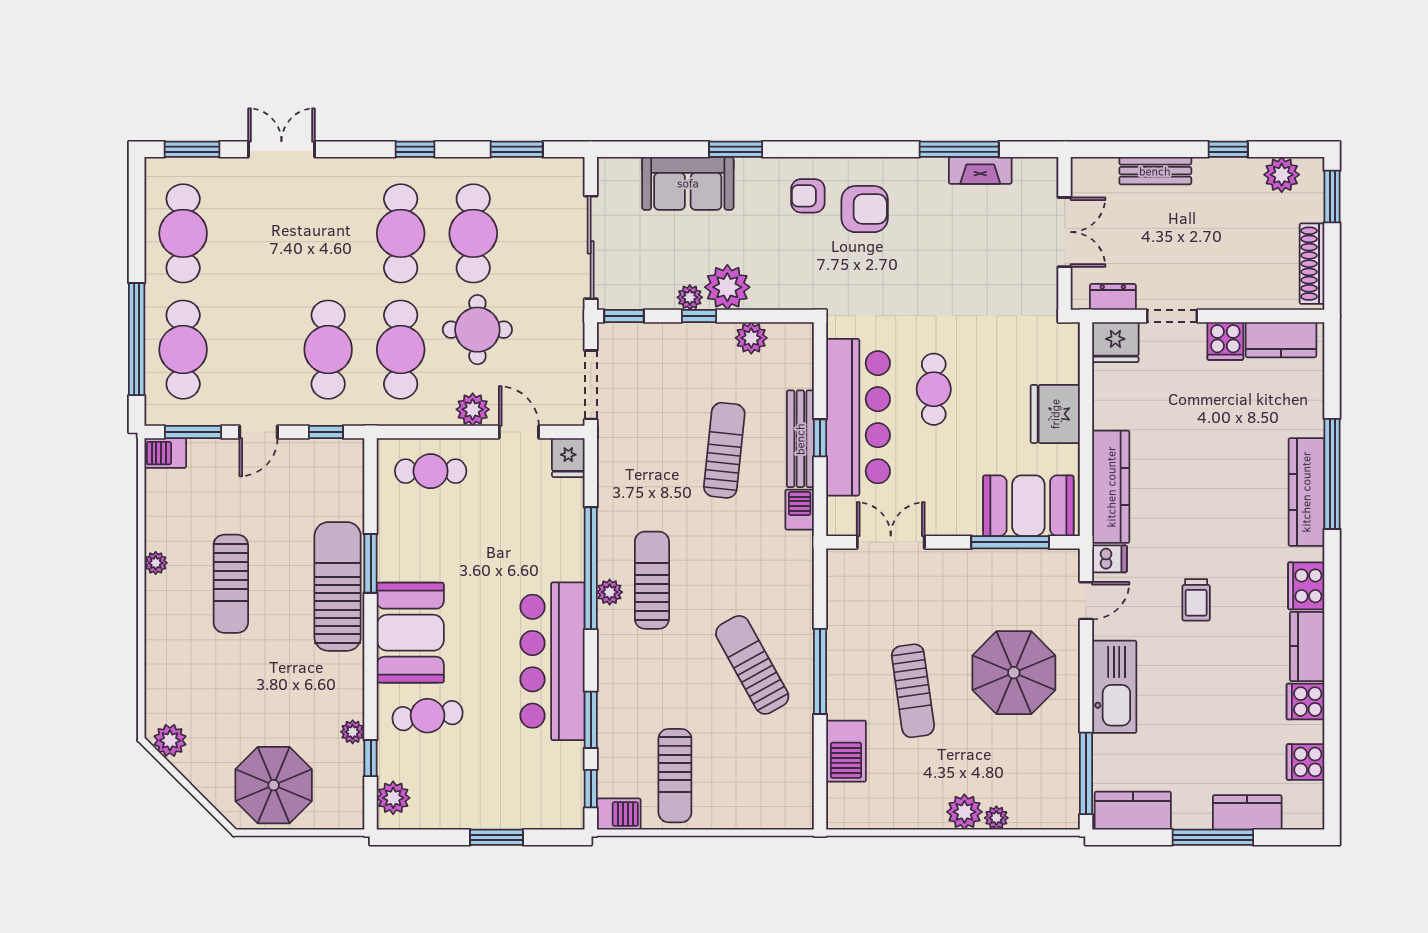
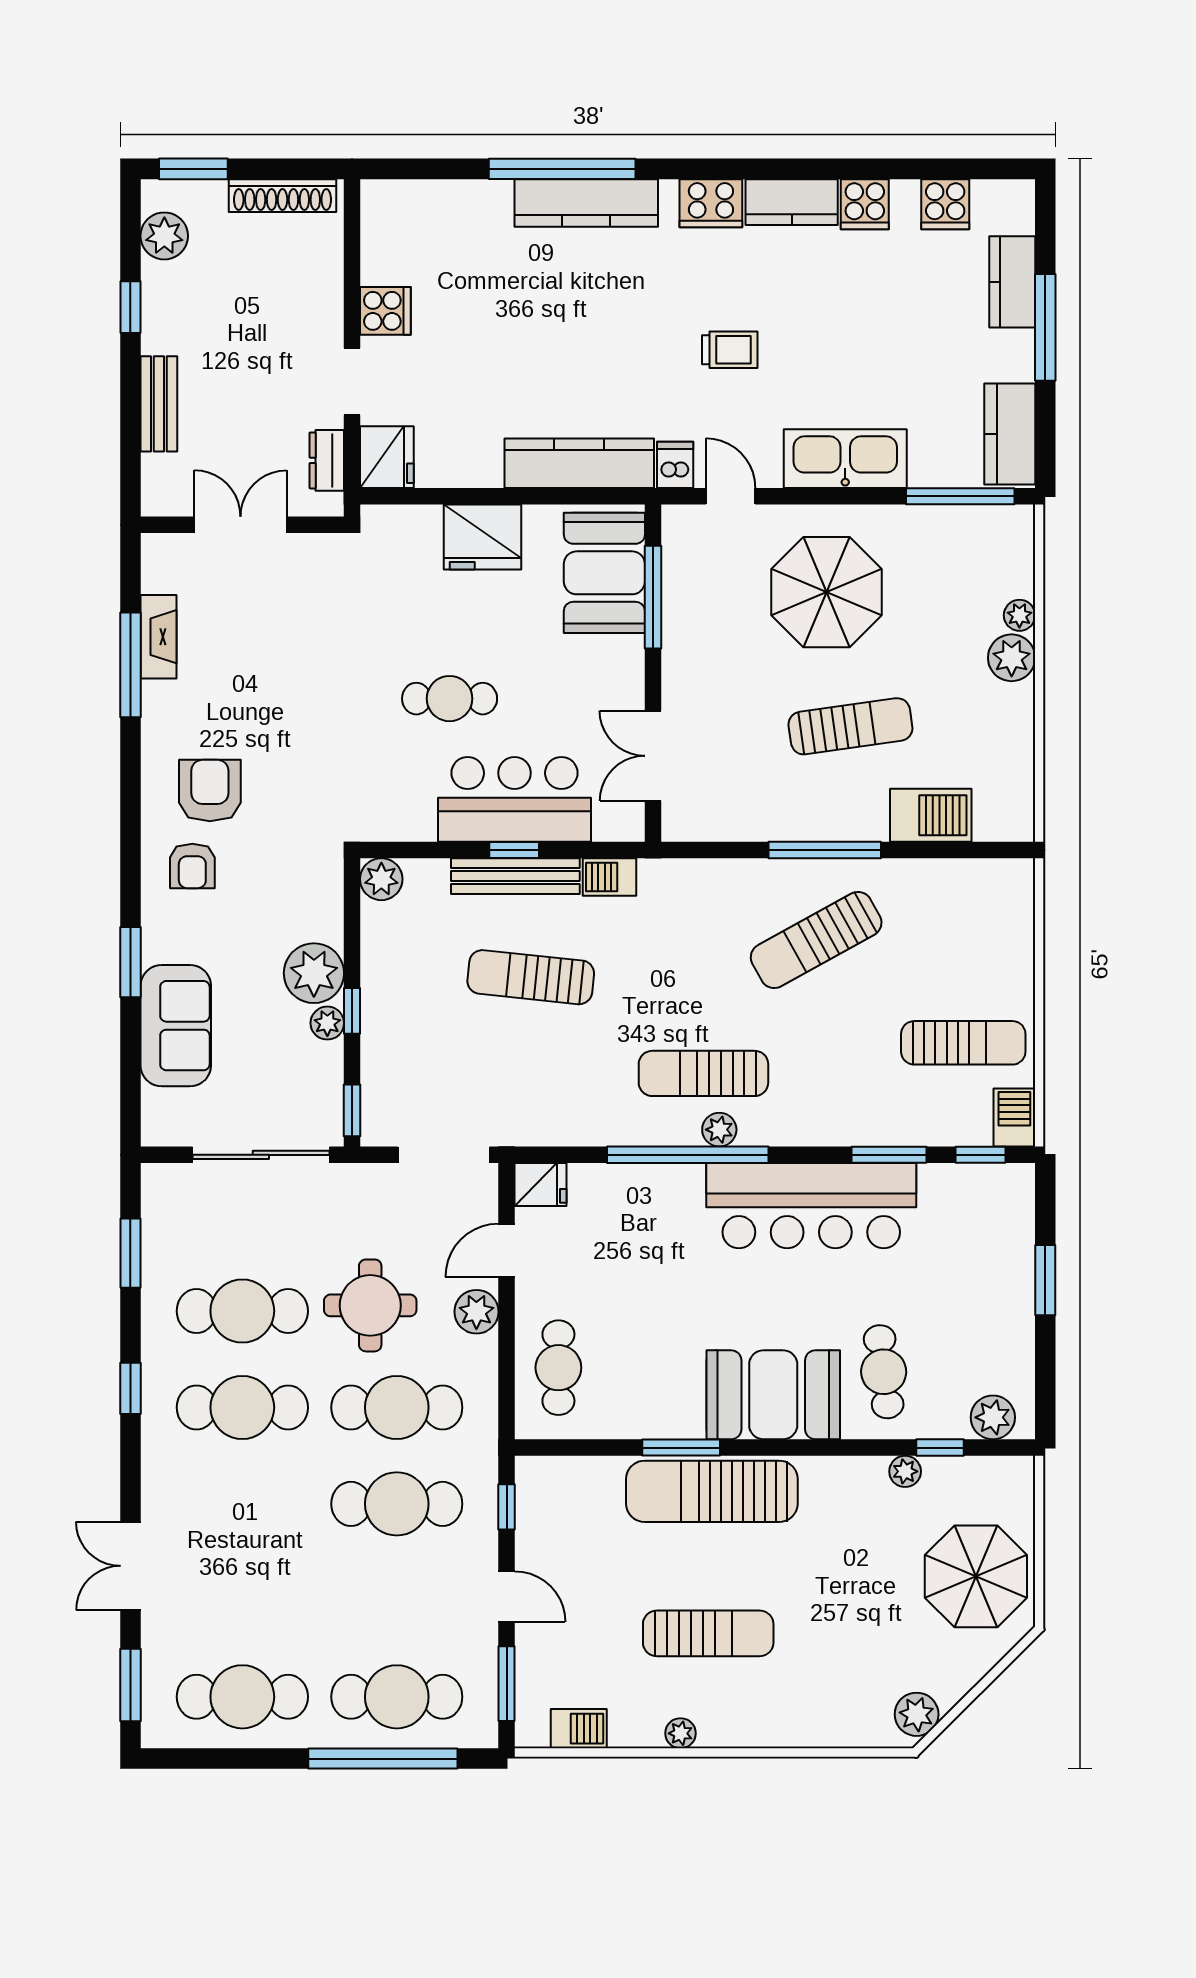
plant: (751, 338) -> (381, 879), moved
kitchen counter: (1281, 340) -> (384, 237), removed
bar counter: (858, 417) -> (514, 799), width x0.73
barbecue: (165, 453) -> (579, 1729), moved, turned -90

